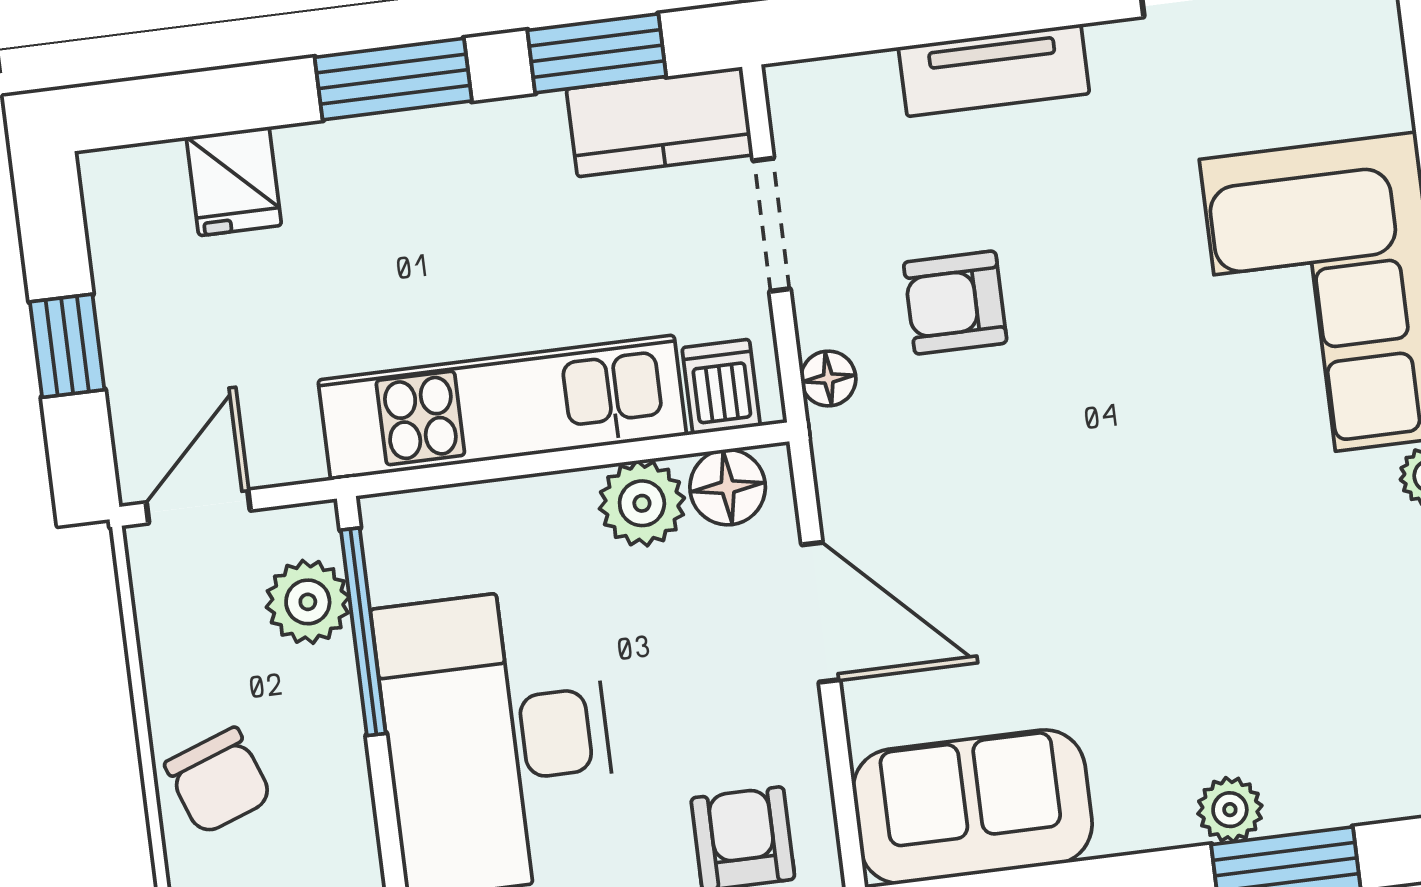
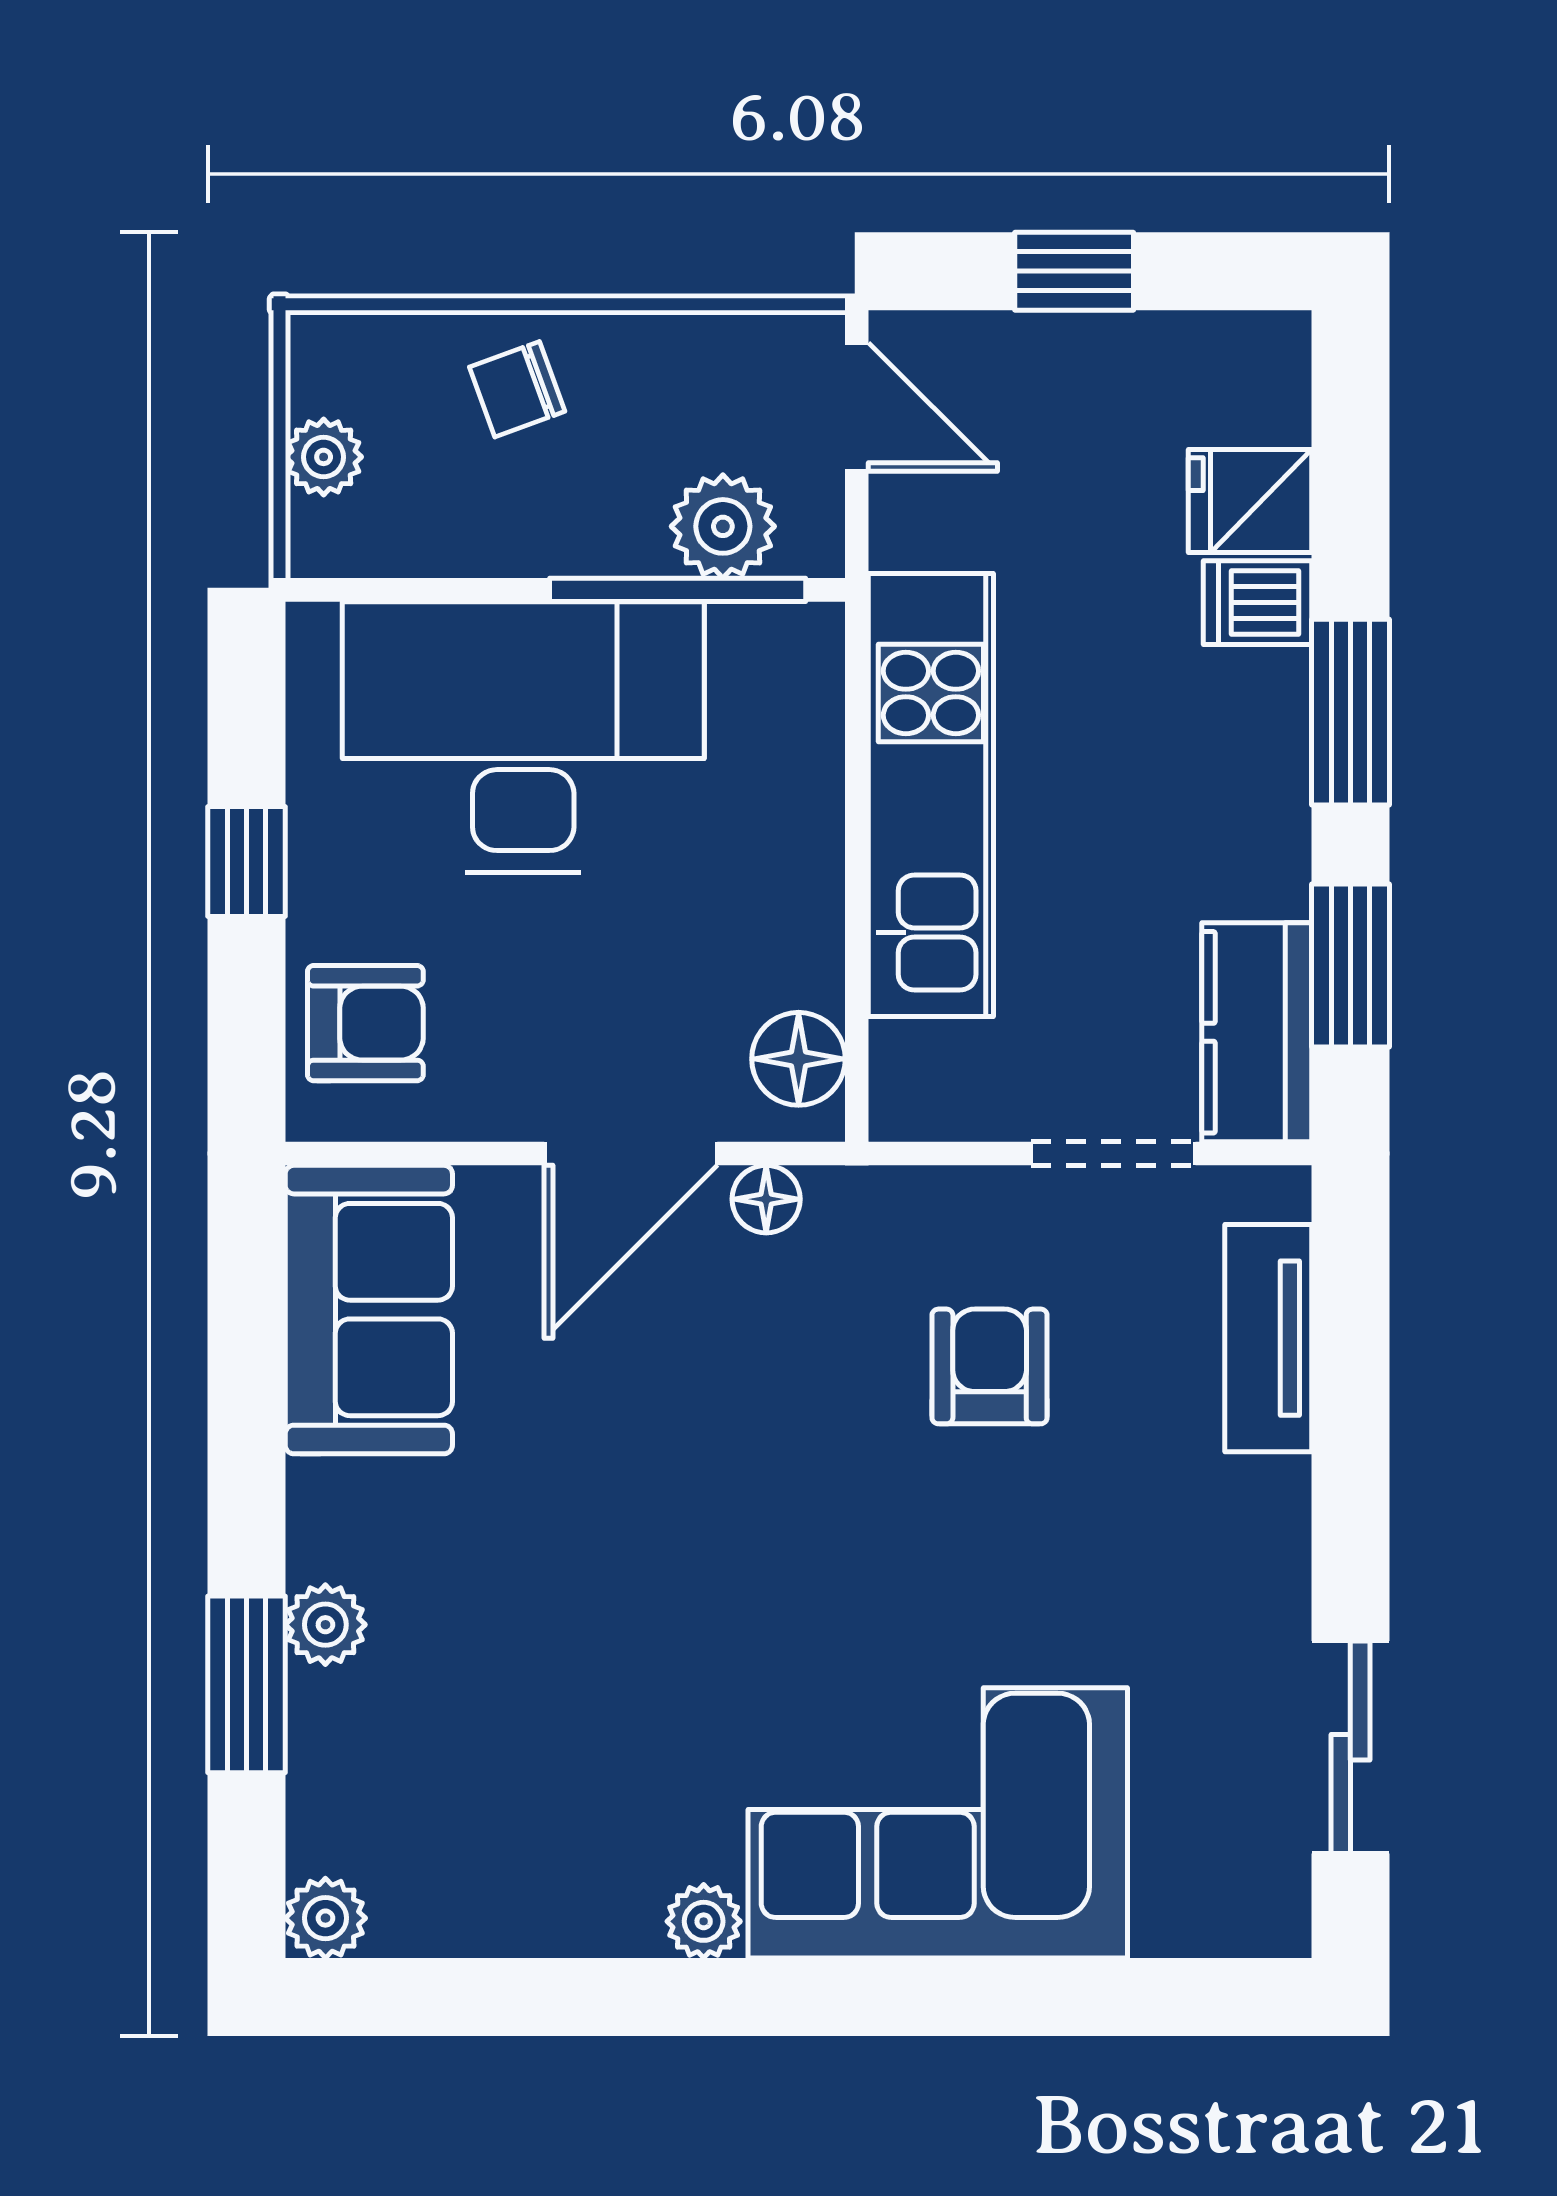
tv unit: (994, 70) -> (1268, 1338), moved
floor lamp: (828, 378) -> (766, 1199), moved
dishwasher: (721, 387) -> (1257, 603), moved, turned 180
plant: (642, 503) -> (792, 951), removed
chair: (218, 781) -> (517, 389), width x0.73, depth x0.73

